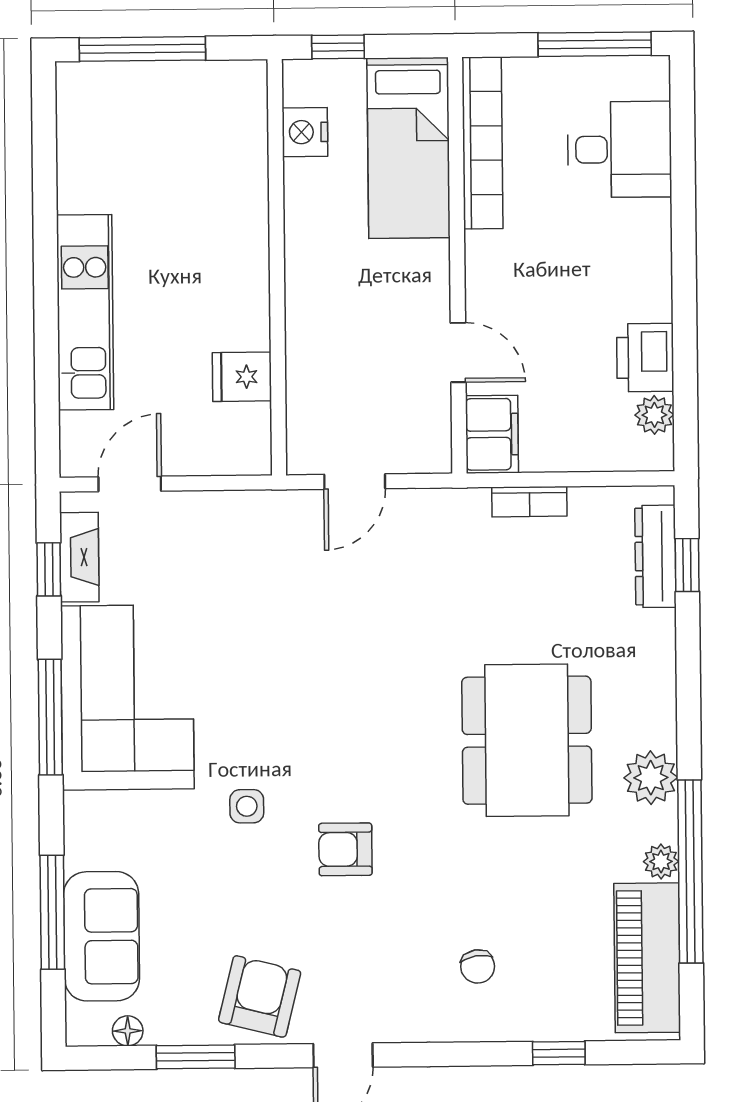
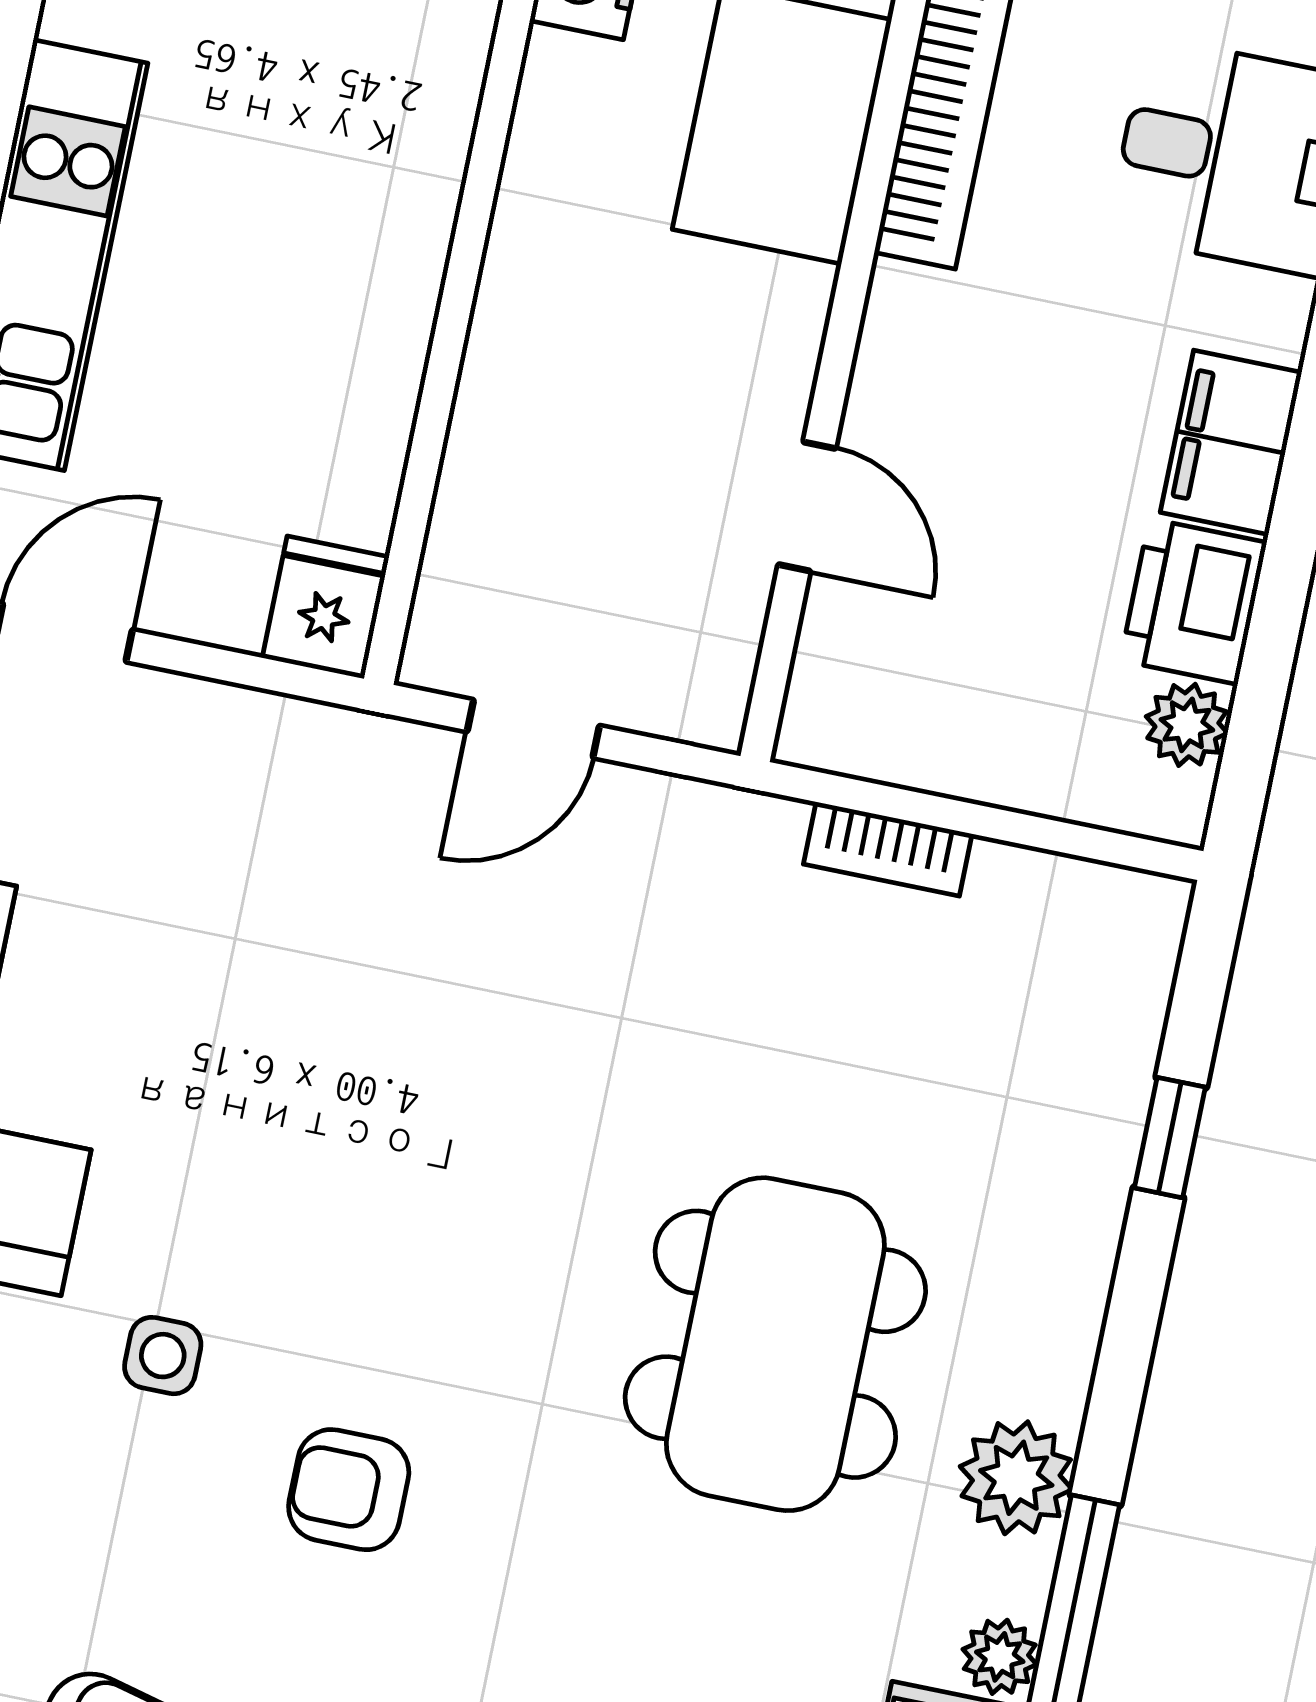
fridge: (242, 377) -> (326, 607), moved, turned 90
filing cabinet: (492, 434) -> (1231, 442), moved, turned 180
dresser: (655, 556) -> (1125, 1019), removed
window: (687, 565) -> (1170, 1138), moved

